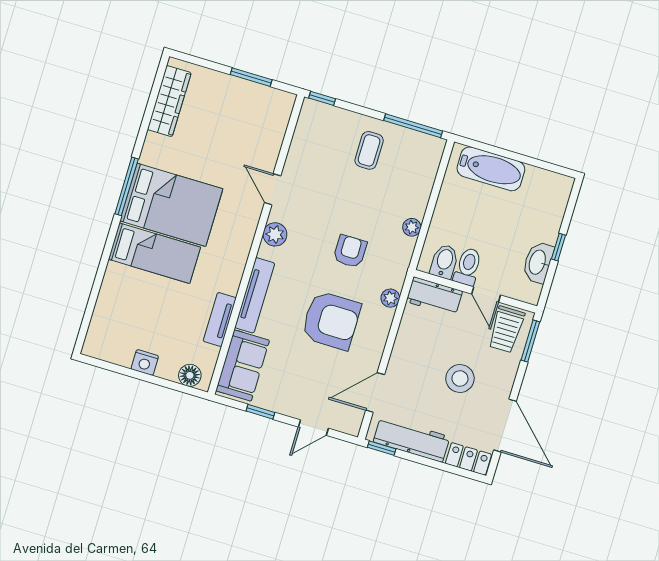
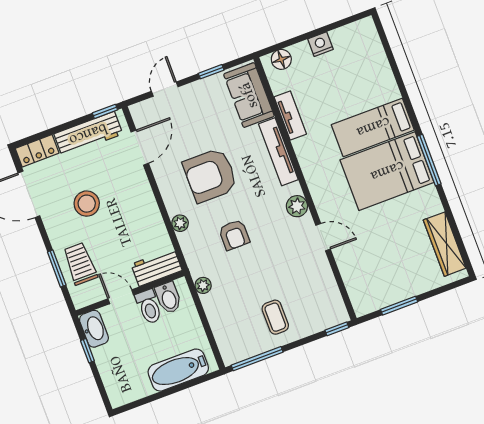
bidet: (444, 262) -> (168, 298), moved
toilet: (468, 267) -> (149, 307), moved
wall: (475, 291) -> (130, 293), moved
door: (486, 295) -> (121, 297), moved
workbench: (434, 296) -> (157, 267), moved

